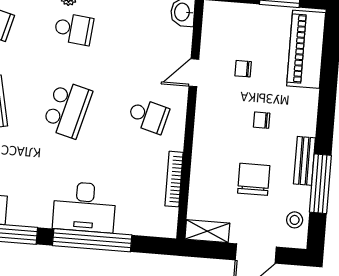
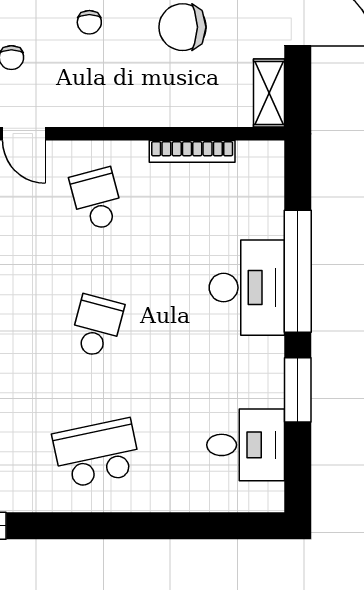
school desk: (67, 109) -> (97, 326), width x0.54
school desk: (148, 116) -> (97, 199), turned -30

